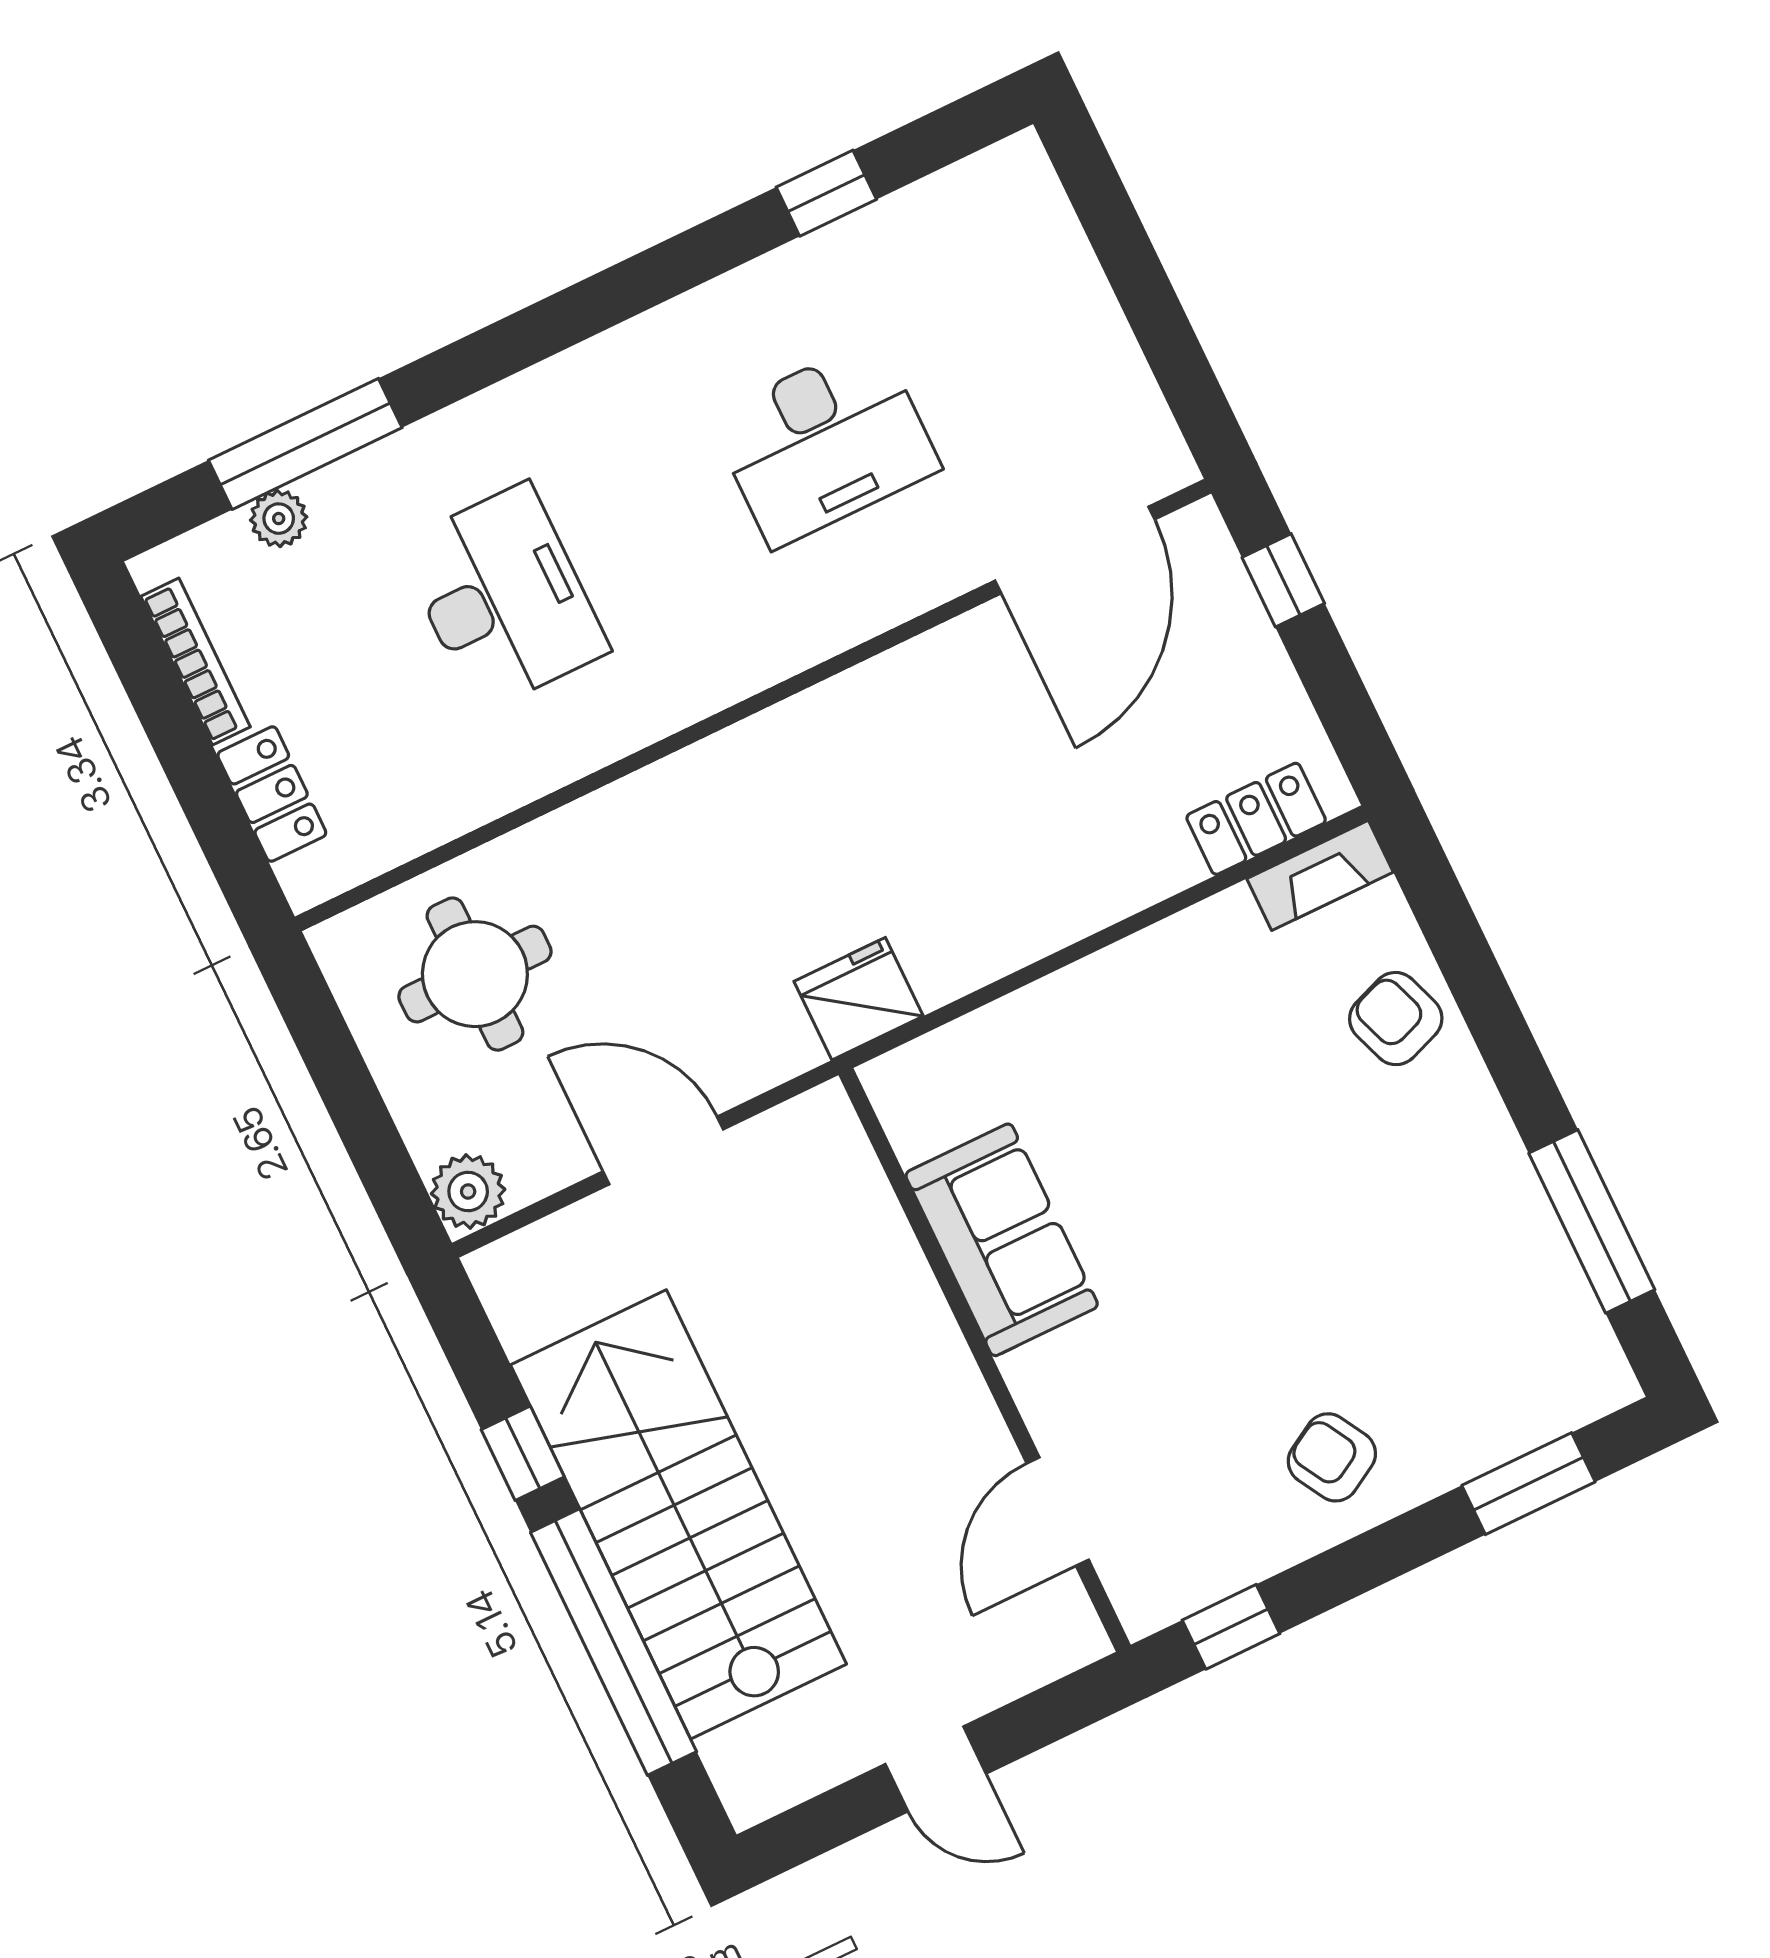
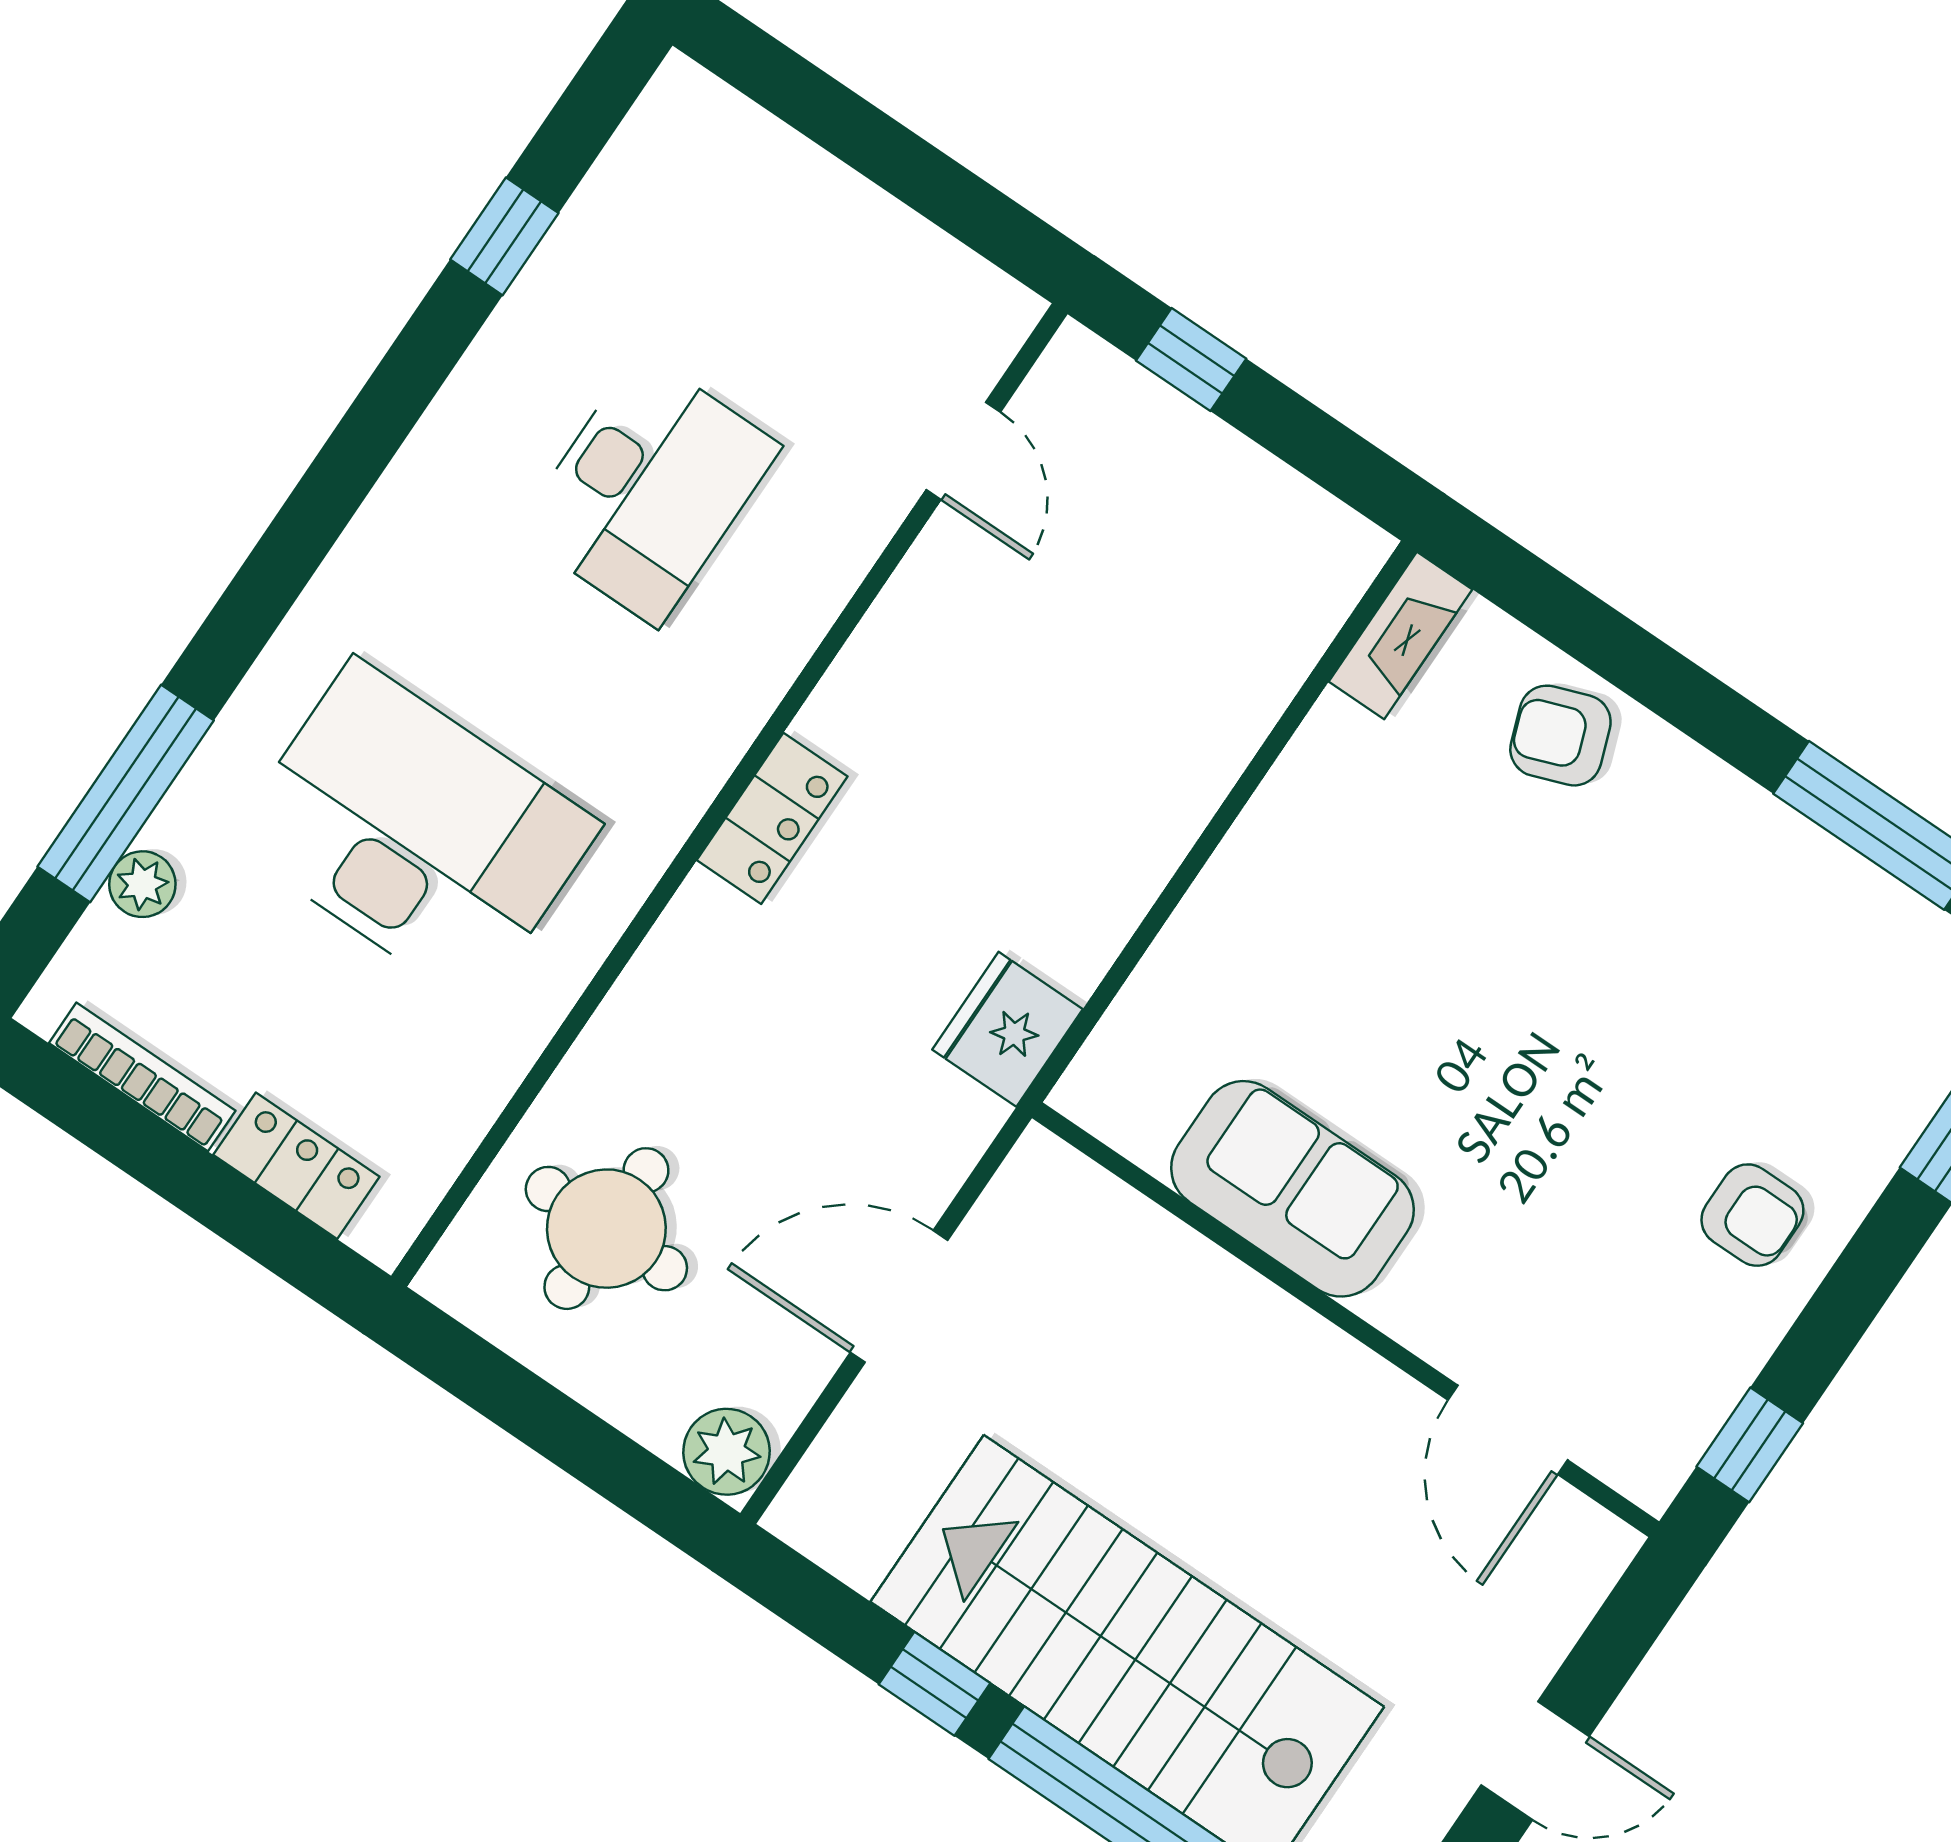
door: (1075, 550) -> (963, 451), width x0.53
desk: (503, 598) -> (415, 833), width x1.36, depth x1.30
locker: (1256, 819) -> (772, 818), moved, turned 180
armchair: (1332, 1457) -> (1752, 1215), turned -150

